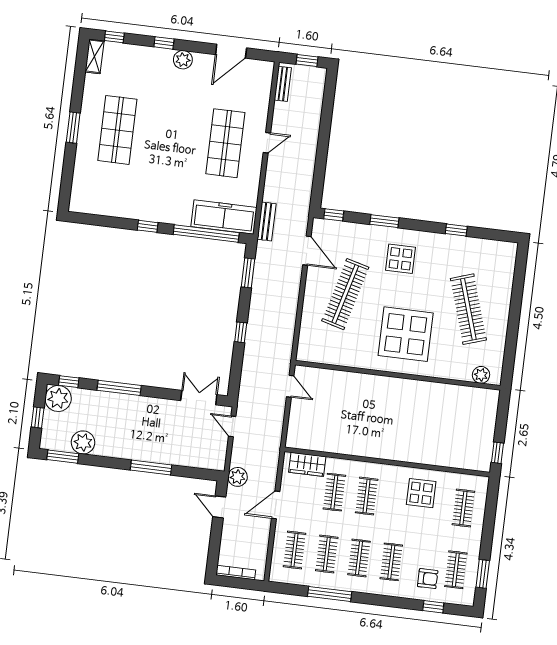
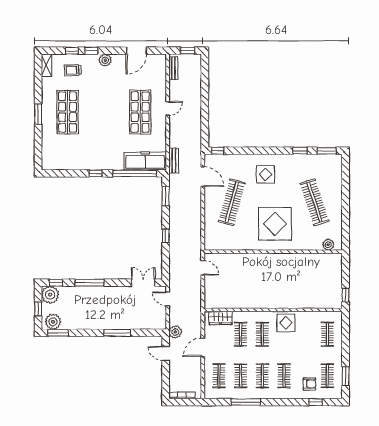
window: (114, 37) -> (72, 51), moved
trolley: (133, 69) -> (73, 70), added
window: (384, 221) -> (327, 151), moved
plant: (83, 442) -> (53, 322), moved
display table: (421, 493) -> (286, 323), moved

